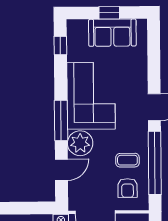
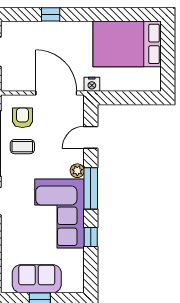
window: (60, 46) -> (91, 237), moved
plant: (80, 143) -> (77, 171), width x0.53, depth x0.53

